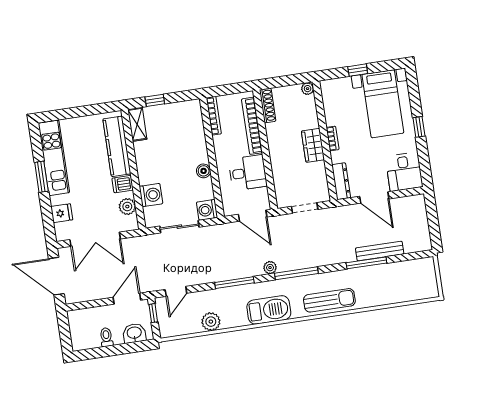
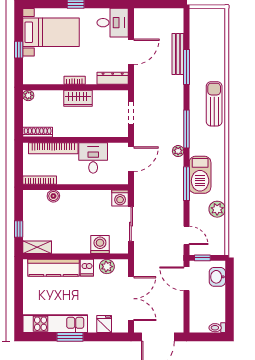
boiler: (204, 171) -> (53, 196), moved
barbecue: (269, 310) -> (200, 175), moved, turned 180
toilet: (106, 337) -> (217, 328), moved

